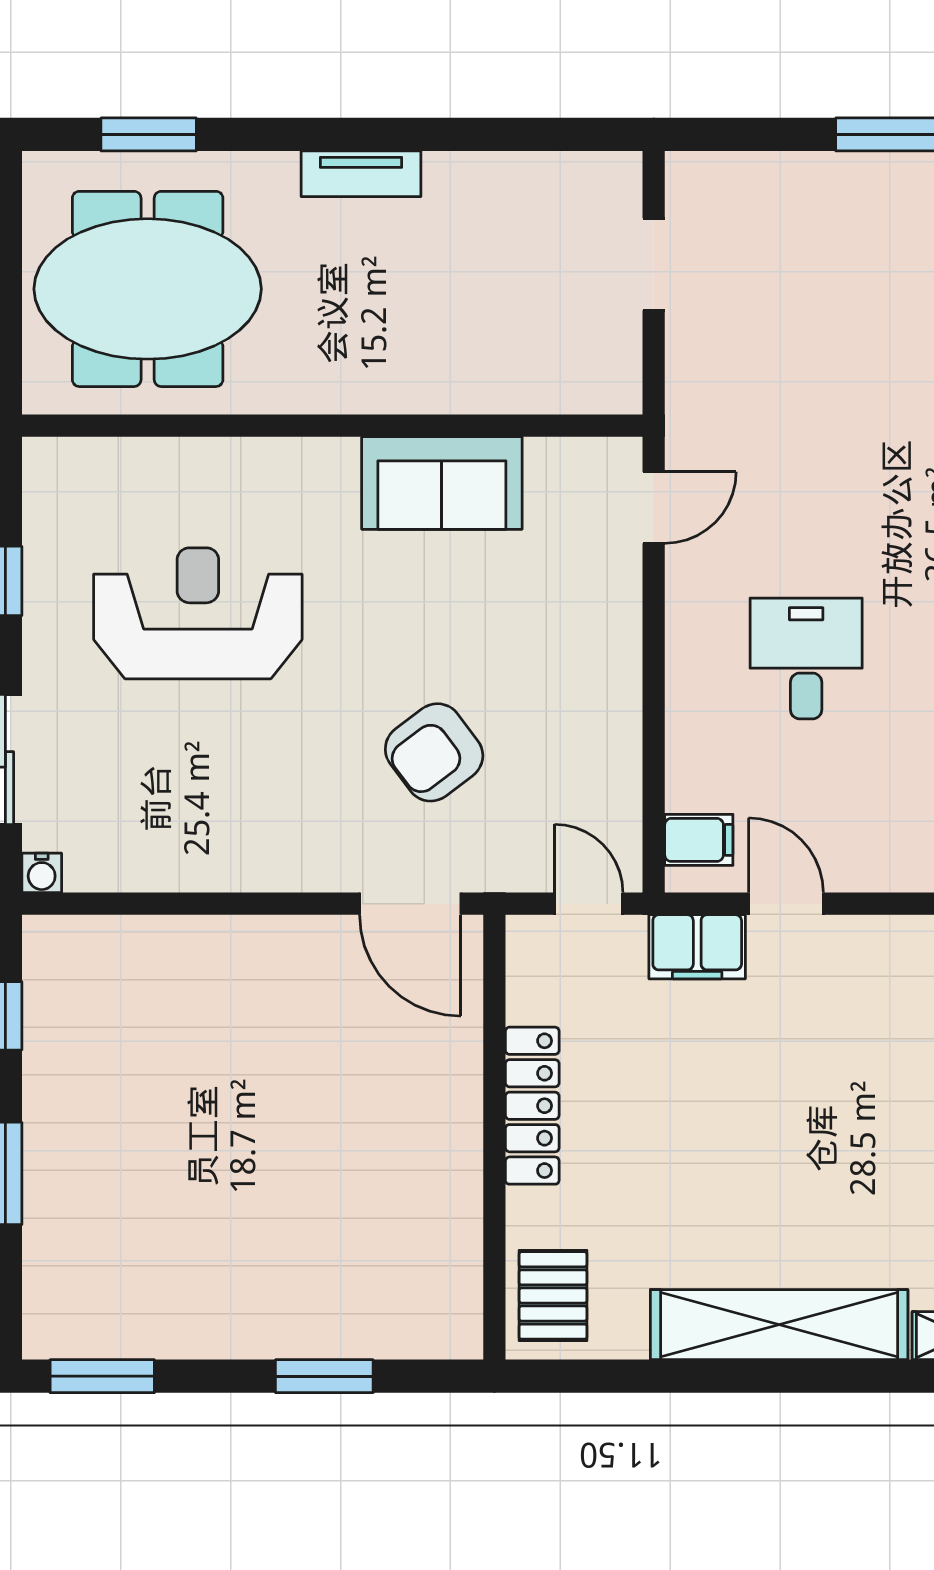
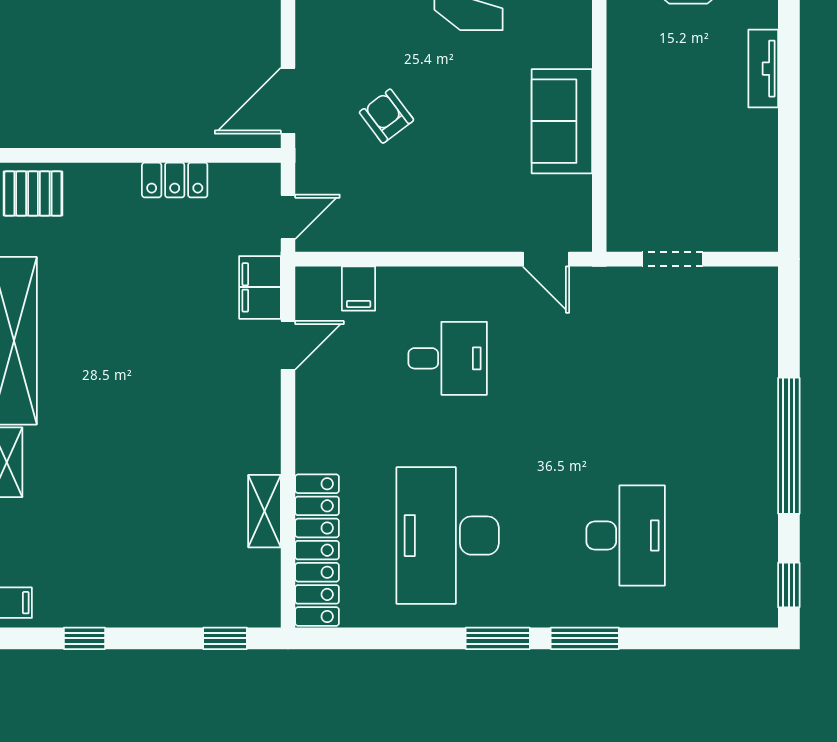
doorway: (654, 264) -> (672, 259), moved
armchair: (434, 752) -> (387, 116), width x0.72, depth x0.72
filing cabinet: (699, 840) -> (359, 288), moved
locker: (532, 1106) -> (175, 180), width x0.66

